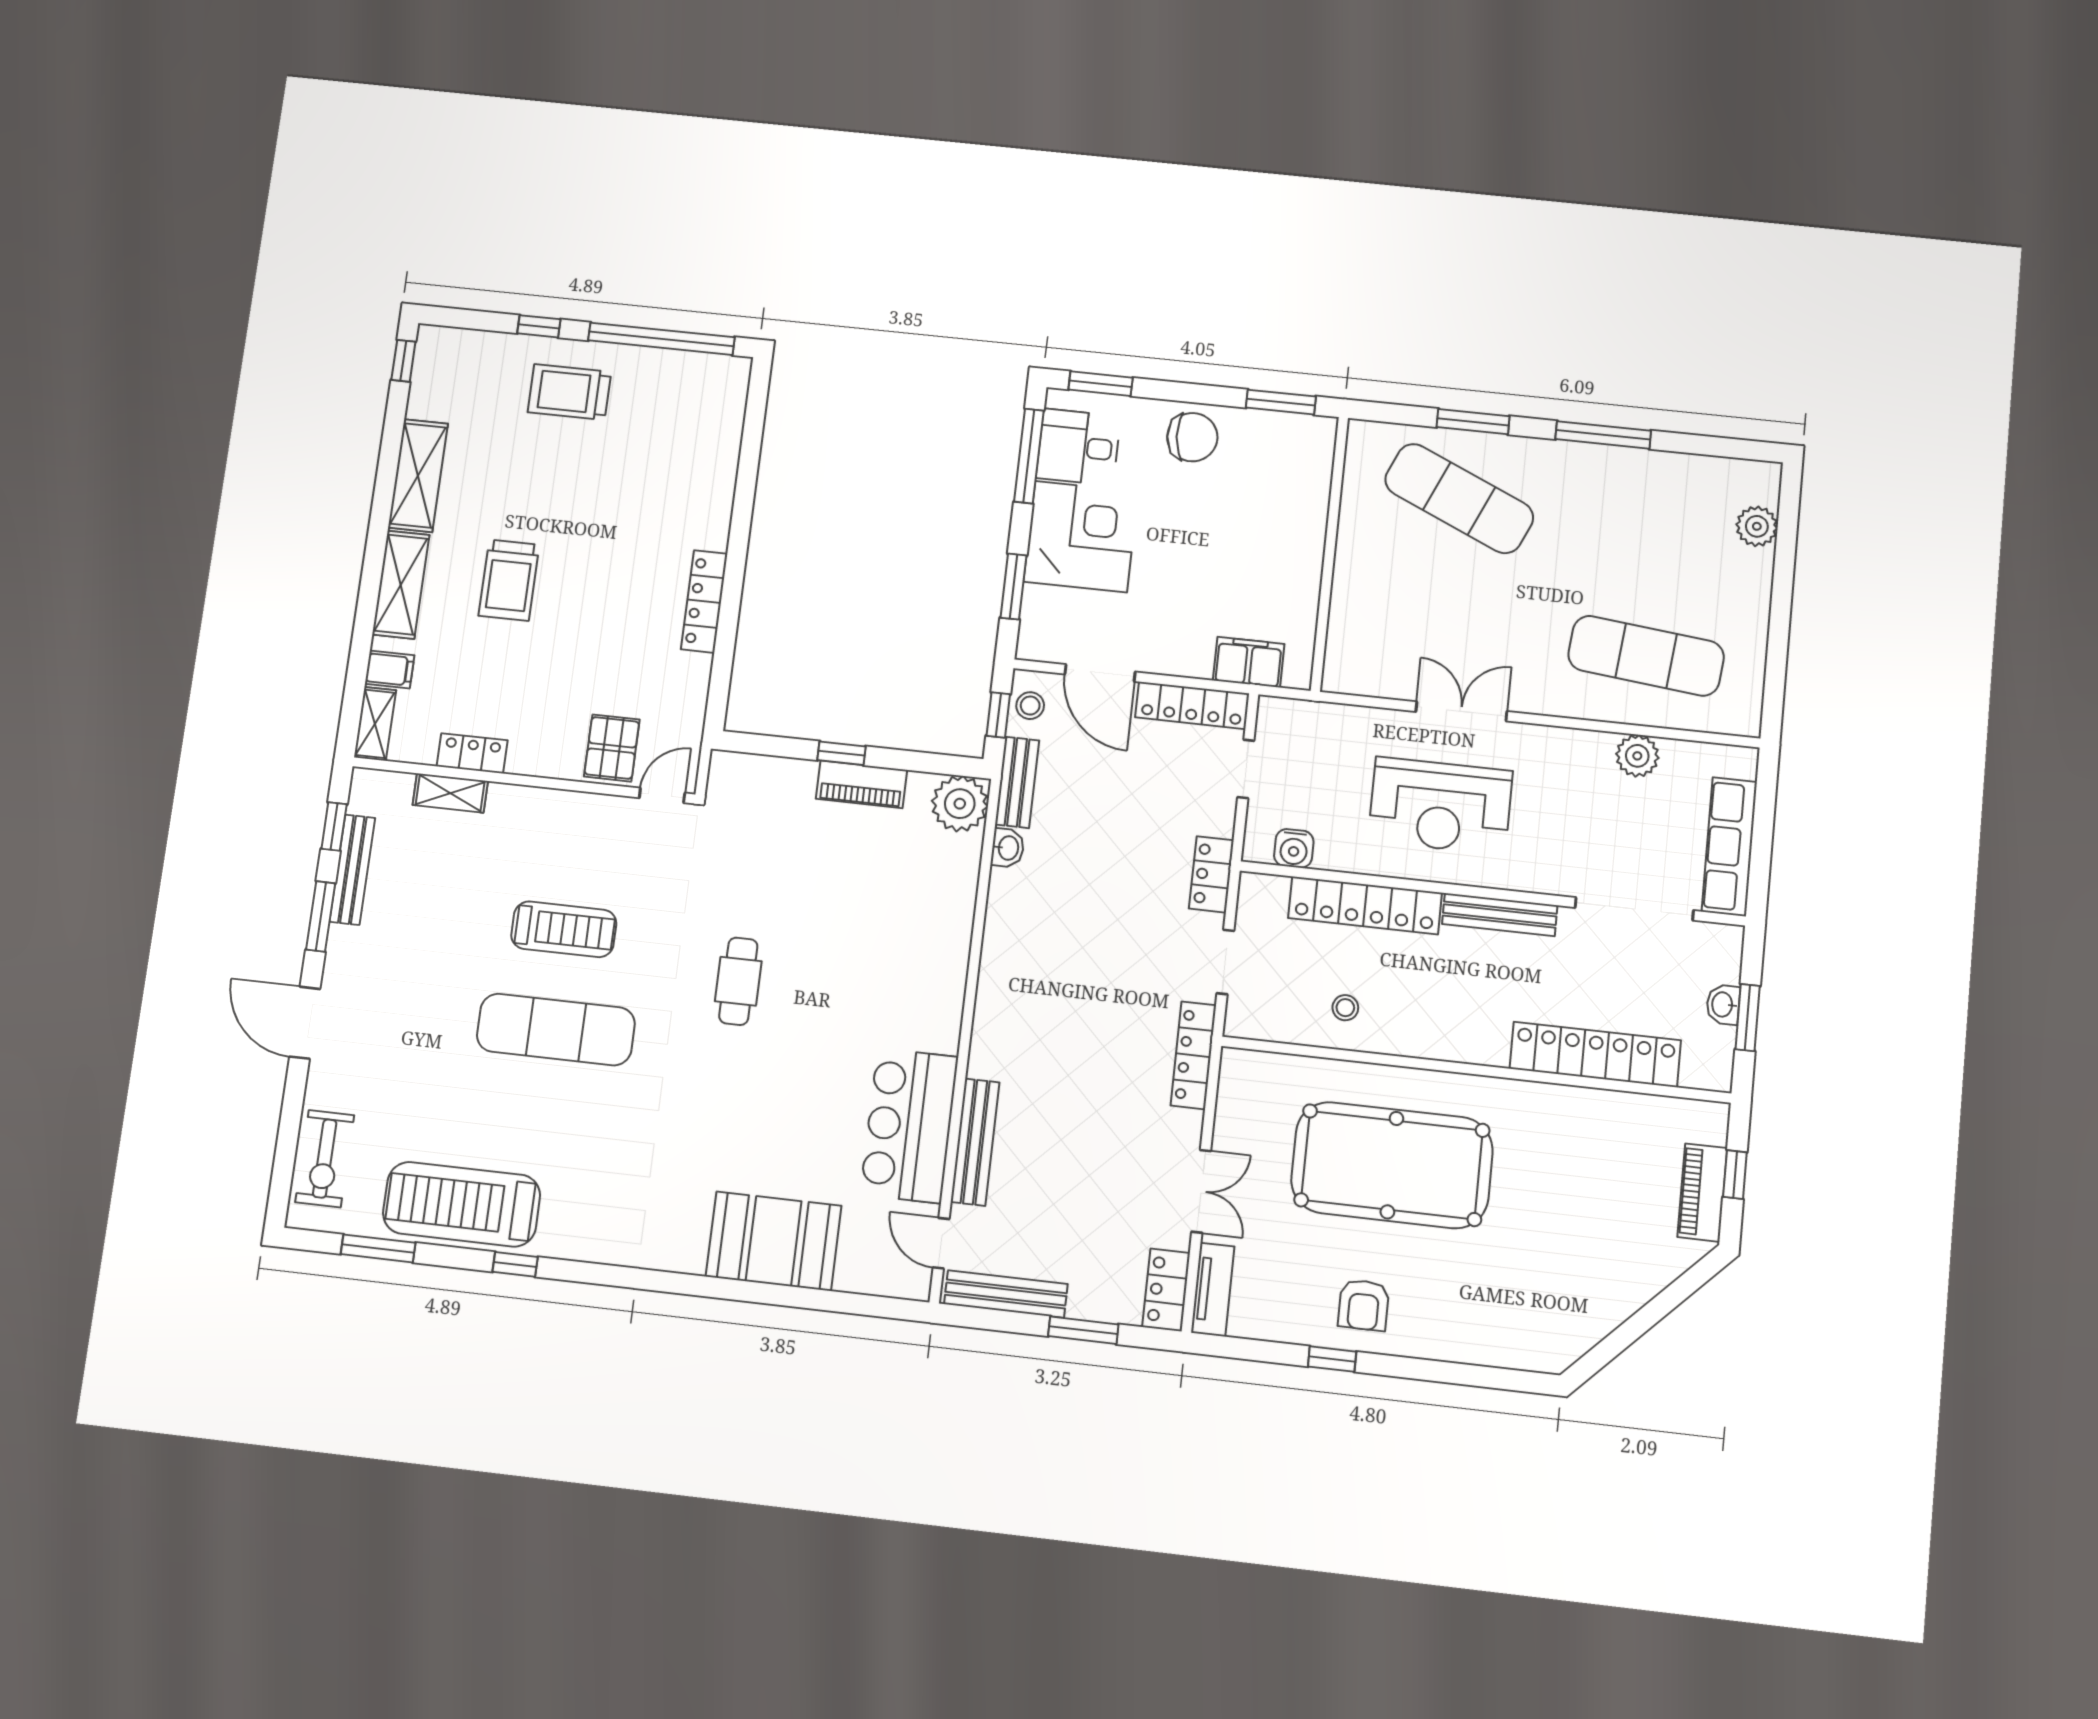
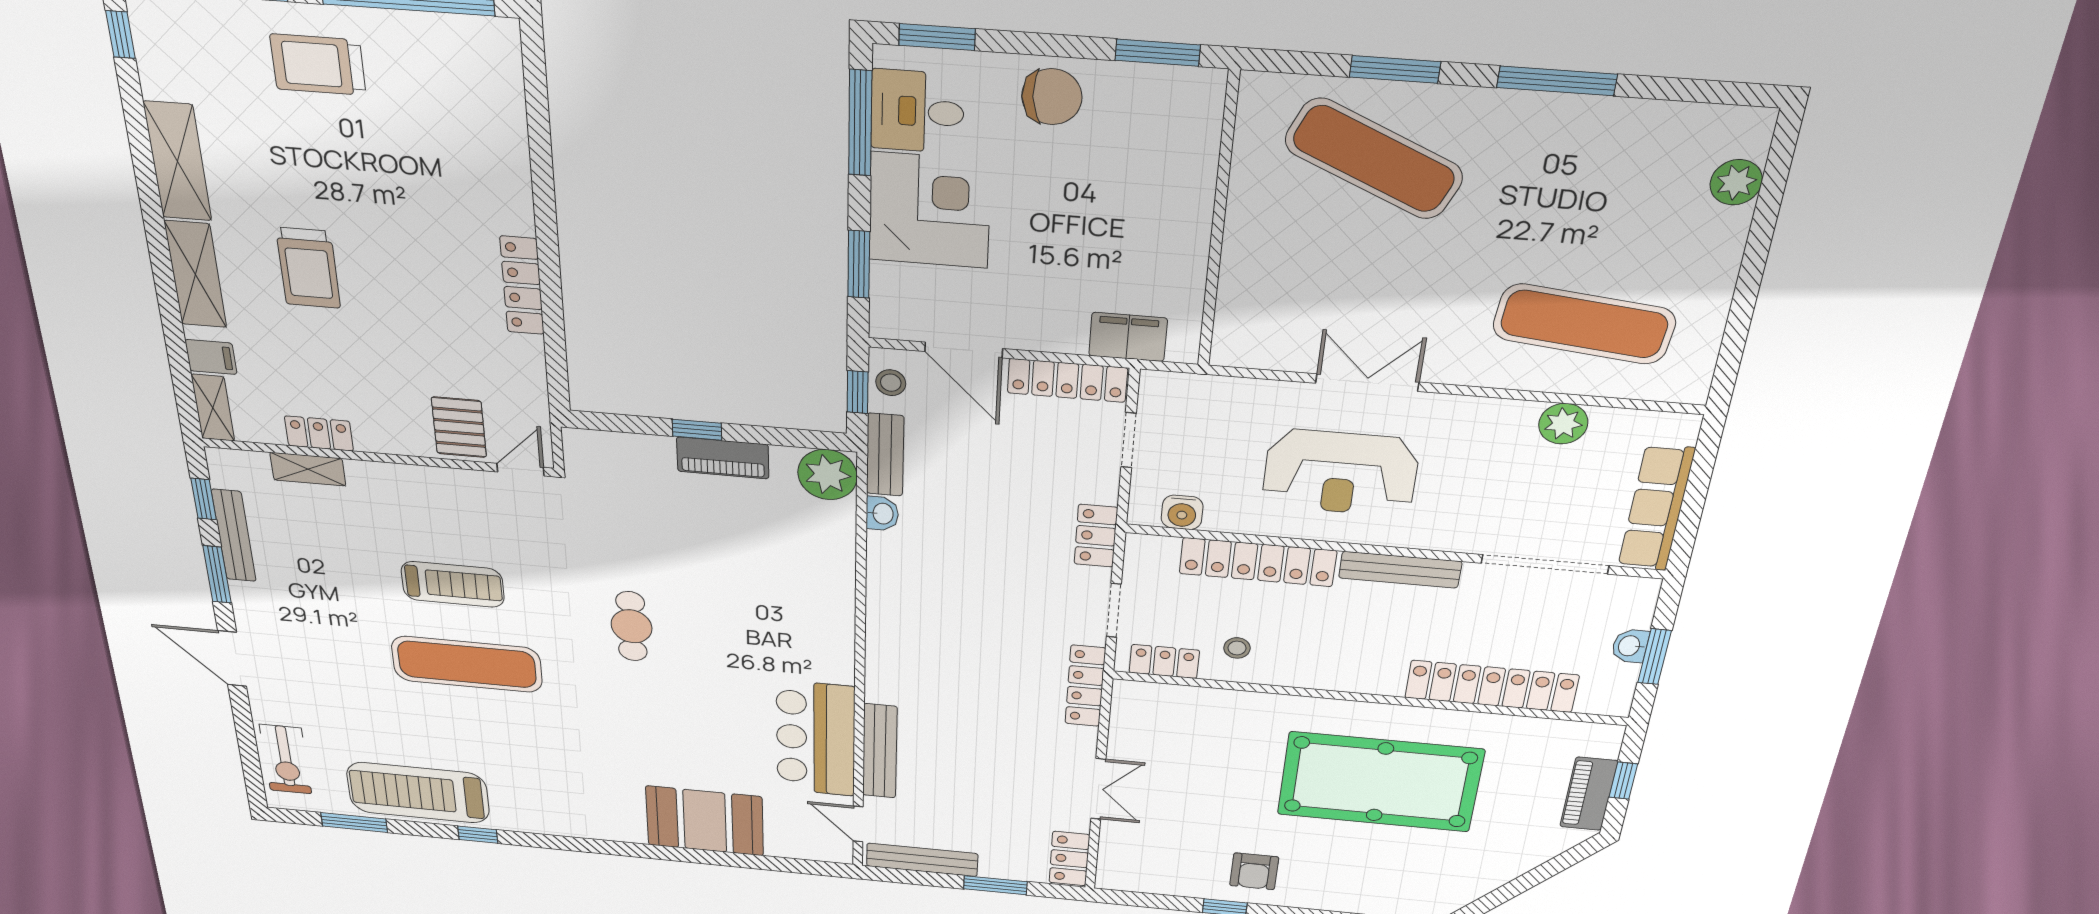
locker: (1273, 1024) -> (1164, 661), added
pool table: (1392, 1165) -> (1380, 782), moved
tv unit: (1213, 1289) -> (1113, 859), removed

